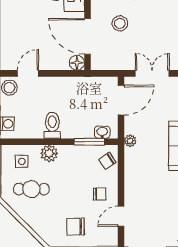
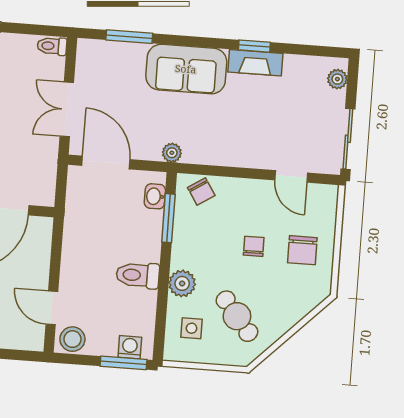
floor lamp: (77, 63) -> (41, 228), removed
cafe table: (31, 189) -> (237, 316), turned -39
chair: (100, 194) -> (254, 246), moved

